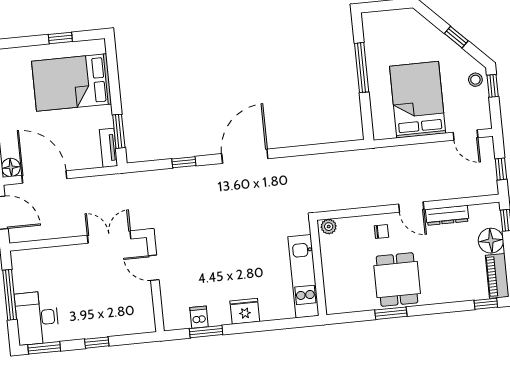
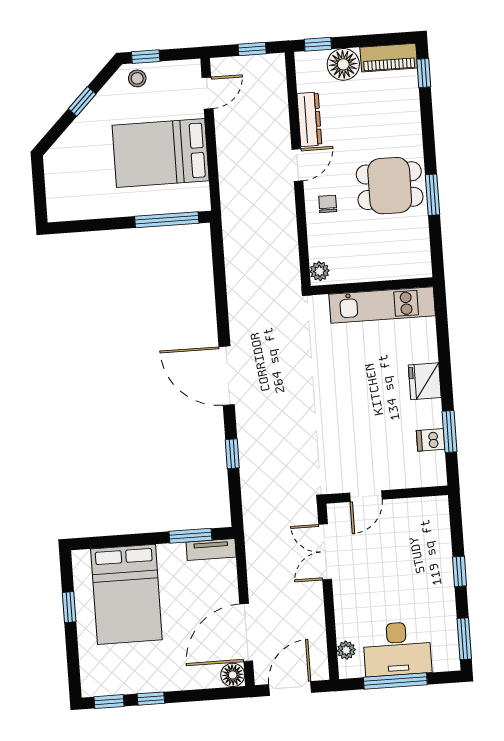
window: (362, 68) -> (167, 220), moved
plant: (33, 256) -> (346, 650), added
desk: (37, 318) -> (397, 649), moved

